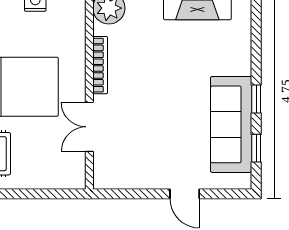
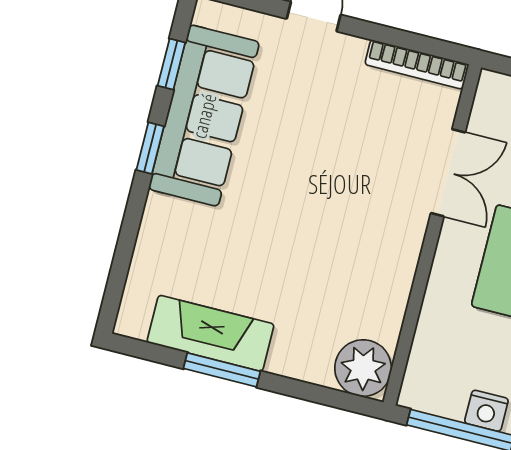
bookcase: (100, 65) -> (417, 64), moved, turned -90

